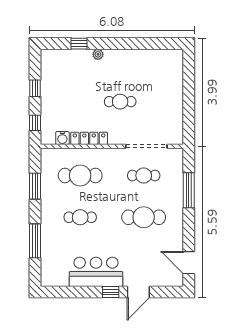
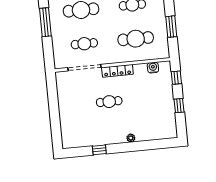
window: (79, 44) -> (99, 150), moved
locker: (89, 138) -> (117, 71), moved
window: (189, 190) -> (45, 22), moved

